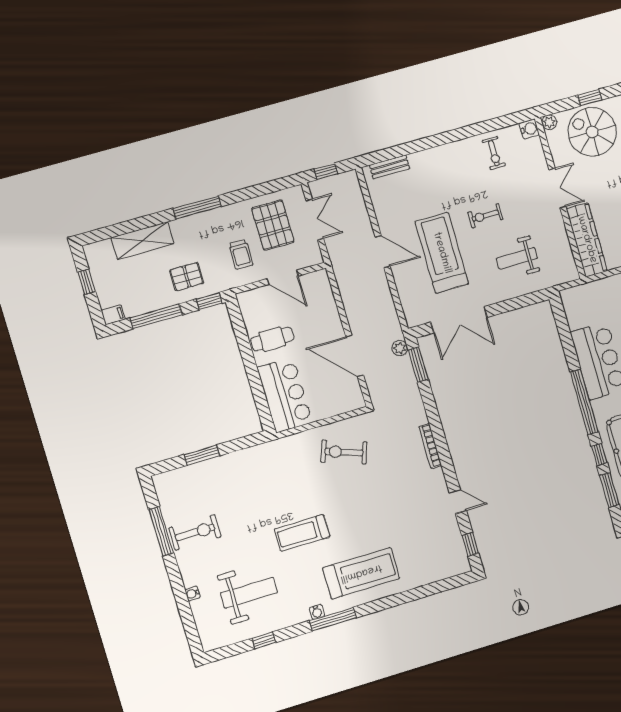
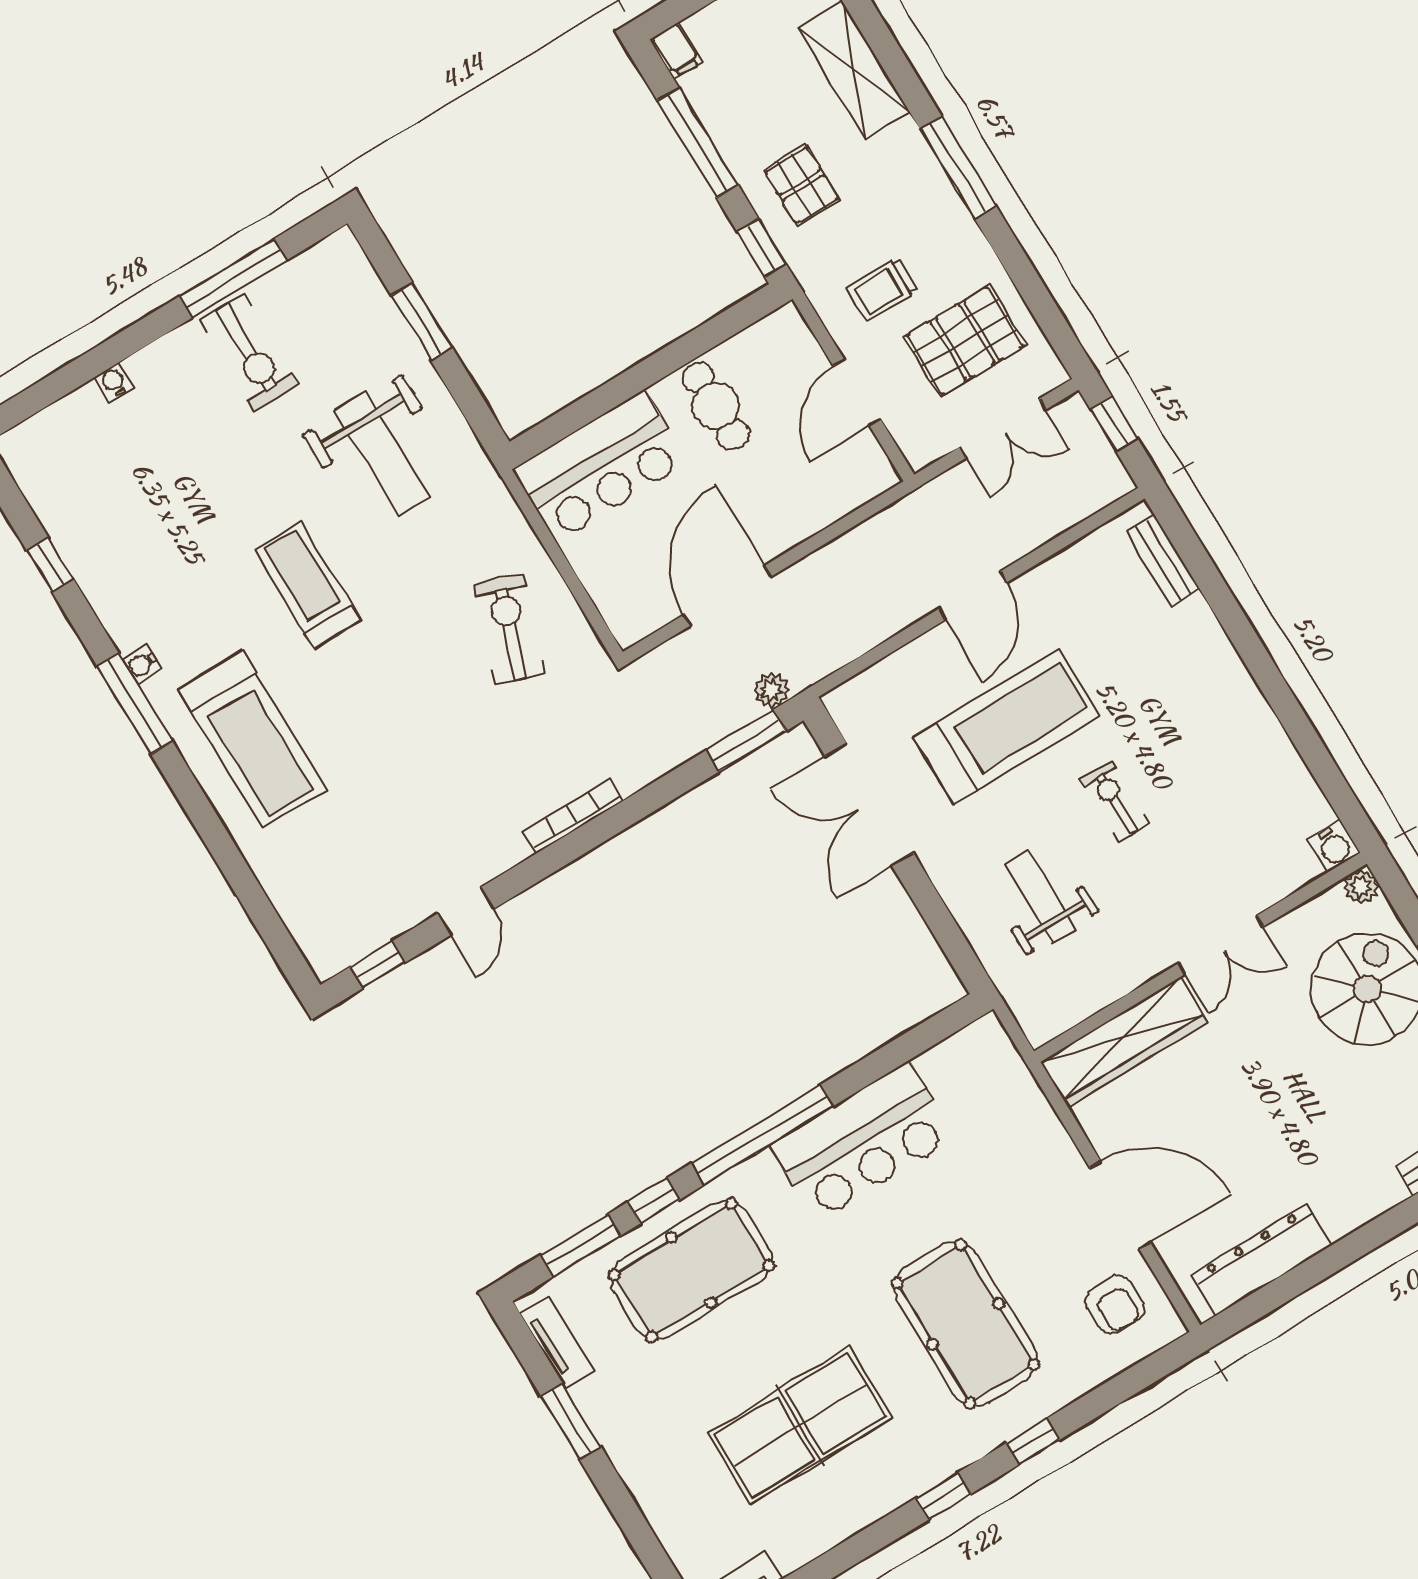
exercise bike: (494, 153) -> (1258, 782), removed
weight bench: (249, 593) -> (382, 454), moved

